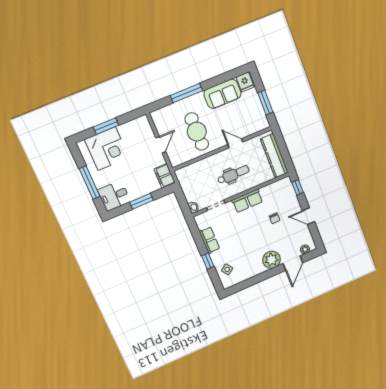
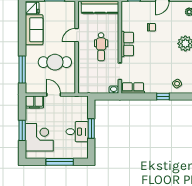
window: (186, 93) -> (22, 69), moved
dental chair: (233, 175) -> (101, 47), turned 180
filing cabinet: (165, 176) -> (34, 102), moved
desk: (114, 196) -> (77, 132), moved, turned -90
row of seats: (209, 240) -> (133, 88), moved

